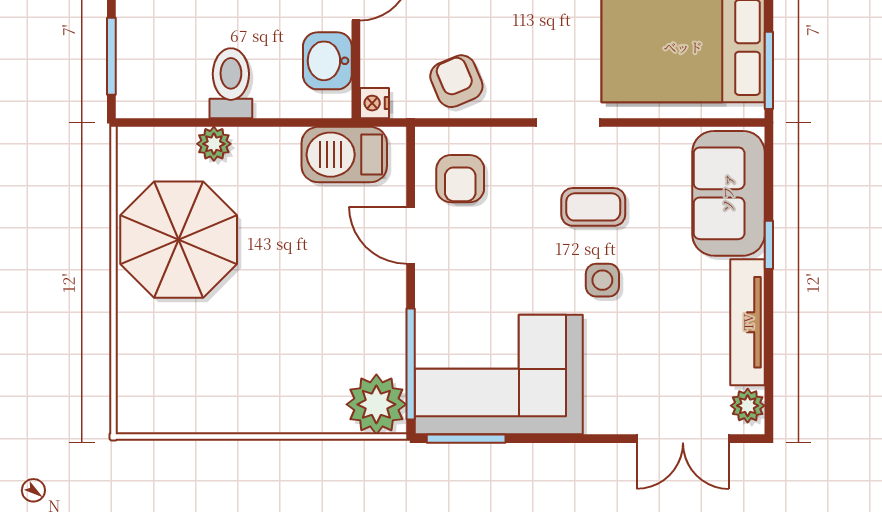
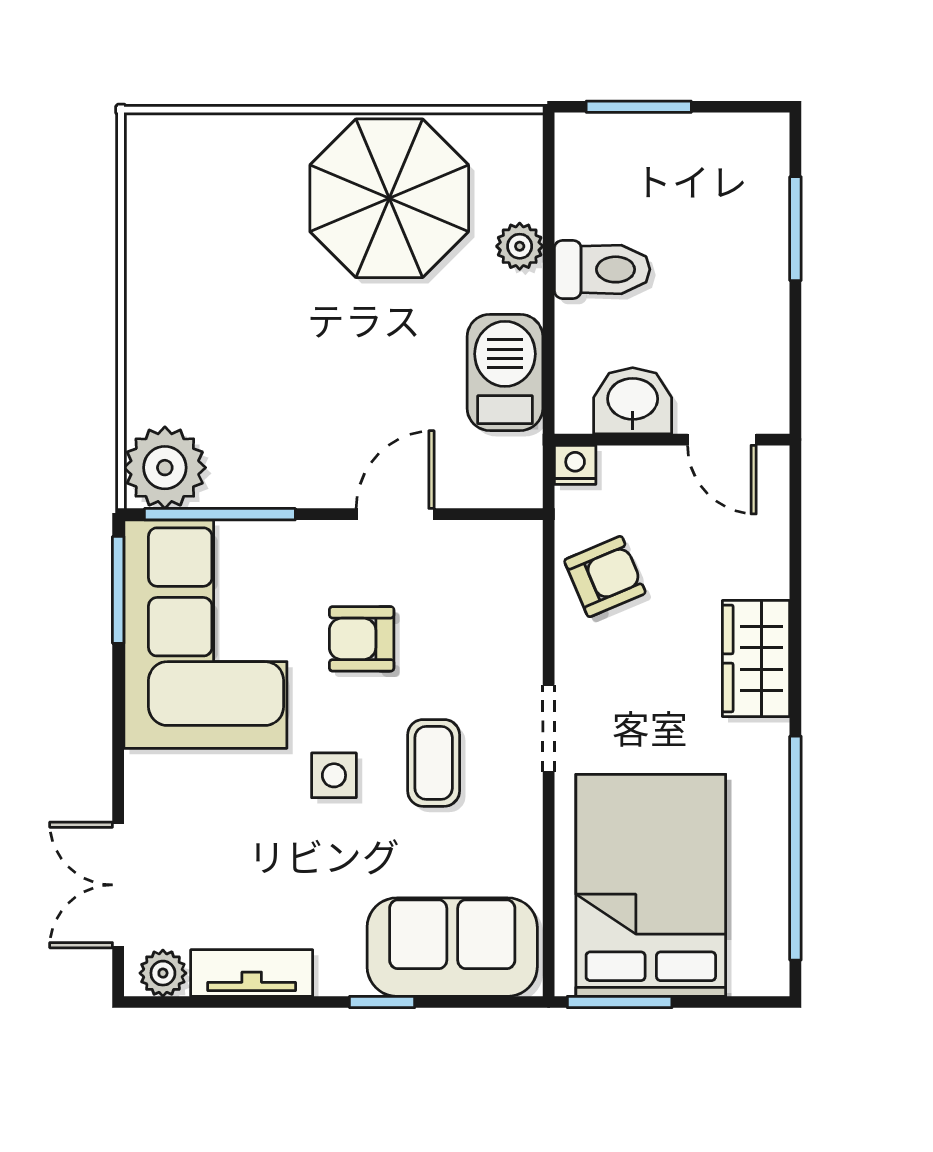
barbecue: (344, 155) -> (505, 372), moved
armchair: (460, 179) -> (362, 639), moved
tv unit: (748, 322) -> (252, 973), width x0.71

